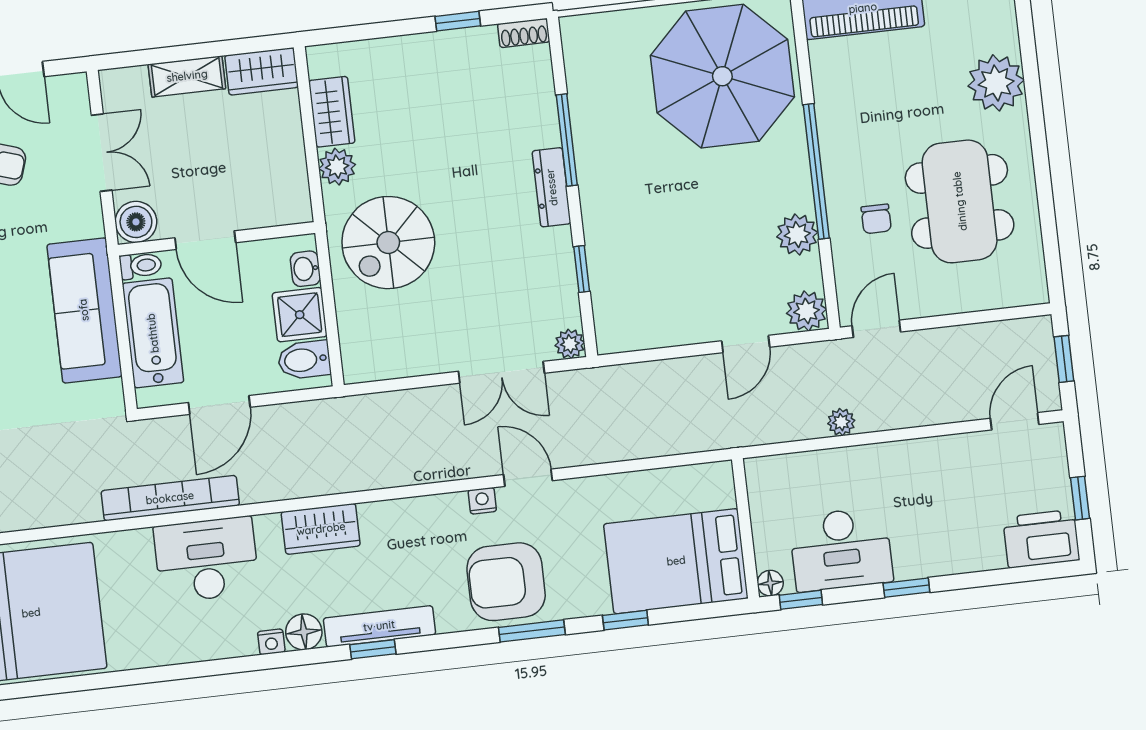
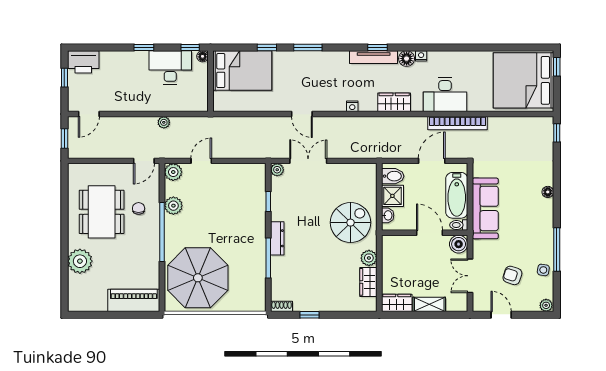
nightstand: (482, 501) -> (352, 106), moved
armchair: (506, 582) -> (317, 70), removed

